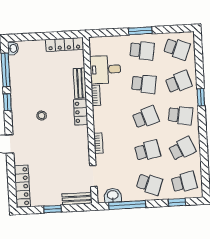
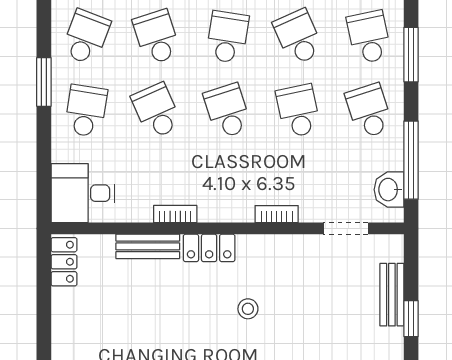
window: (140, 31) -> (44, 82), moved
locker: (64, 44) -> (64, 262), width x0.66
desk: (105, 70) -> (83, 193), moved, turned 90
school desk: (144, 84) -> (157, 111), turned -33
stool: (42, 116) -> (248, 309), moved
school desk: (149, 184) -> (369, 111), turned -39
bench: (77, 199) -> (392, 295), moved
window: (177, 202) -> (411, 55), width x1.50

